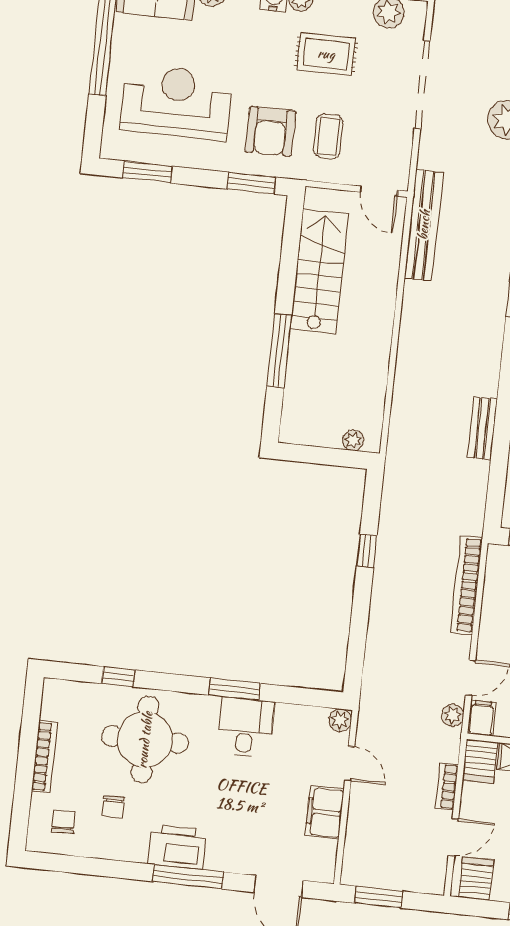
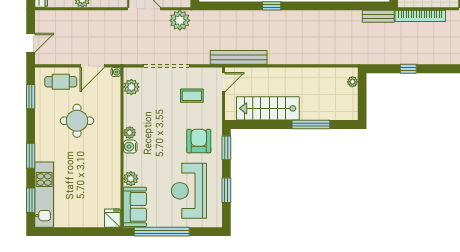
rug: (326, 54) -> (156, 117), removed
armchair: (270, 131) -> (199, 141), turned -90
coffee table: (328, 136) -> (192, 96), moved
window: (147, 172) -> (226, 190), moved
bench: (482, 428) -> (378, 16), moved

